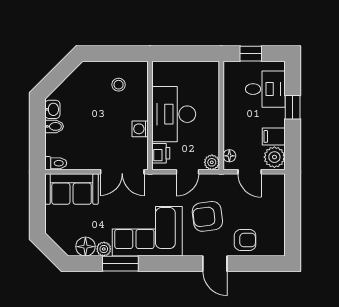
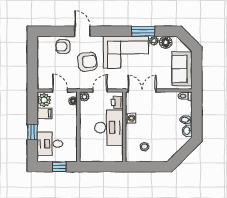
sofa: (72, 189) -> (182, 69), moved, turned -90

